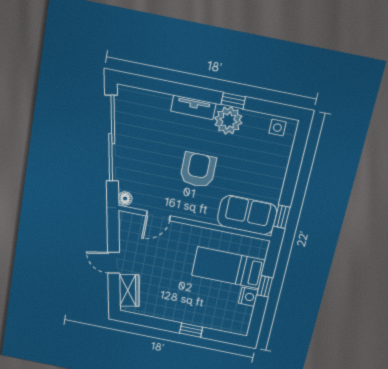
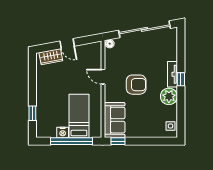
window: (233, 101) -> (181, 79), moved
door: (158, 216) -> (103, 77), moved
door: (114, 263) -> (67, 44), swing flipped
window: (265, 286) -> (72, 141), width x3.17
window: (191, 330) -> (32, 113), moved

